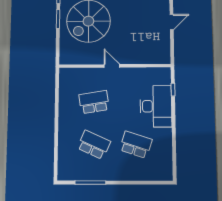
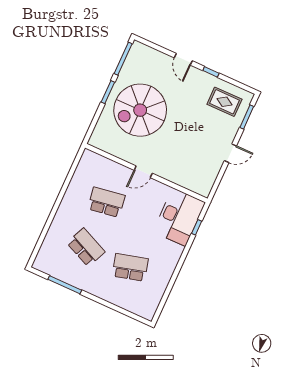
door: (112, 66) -> (143, 172), swing flipped
desk: (156, 106) -> (179, 217), moved
school desk: (136, 145) -> (130, 267), turned -33

